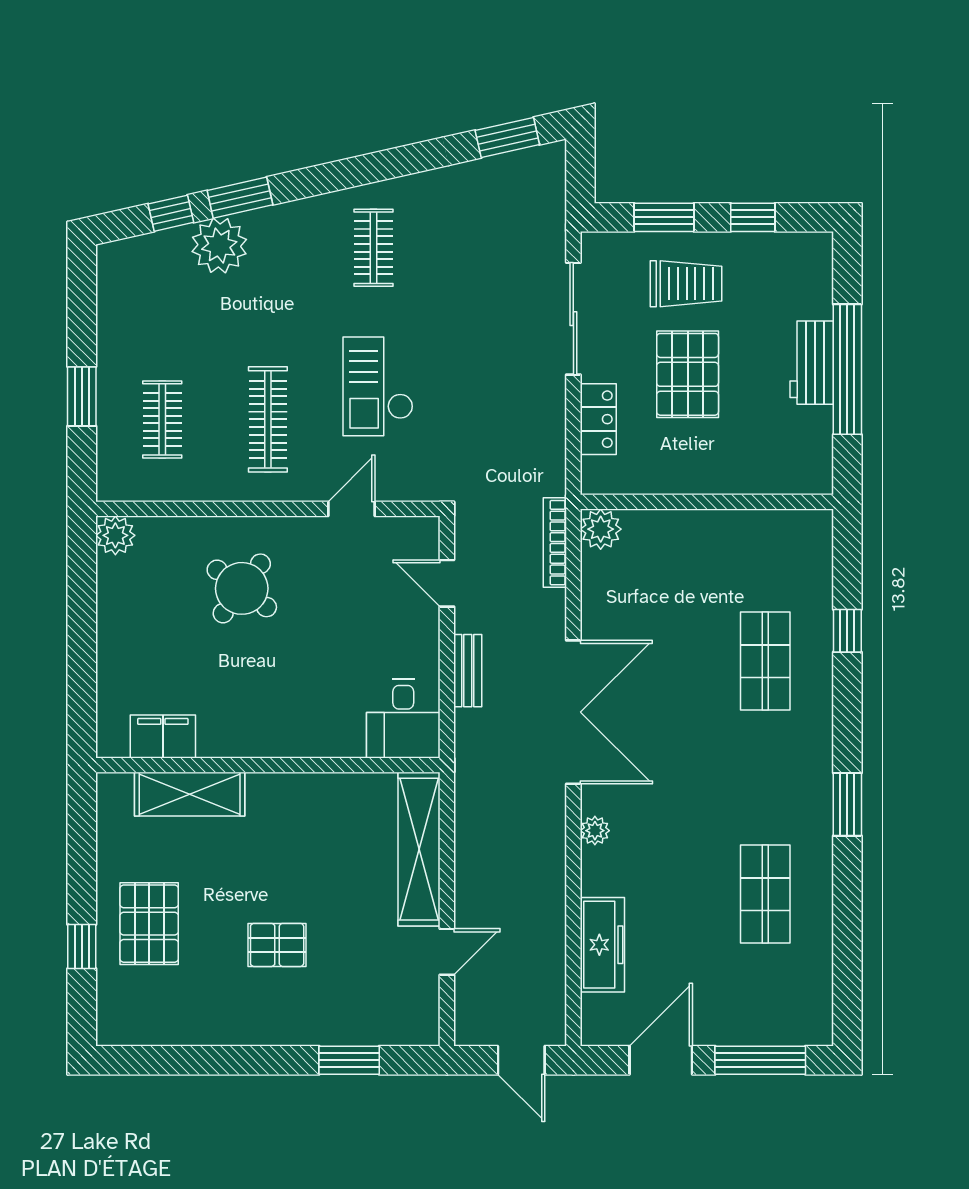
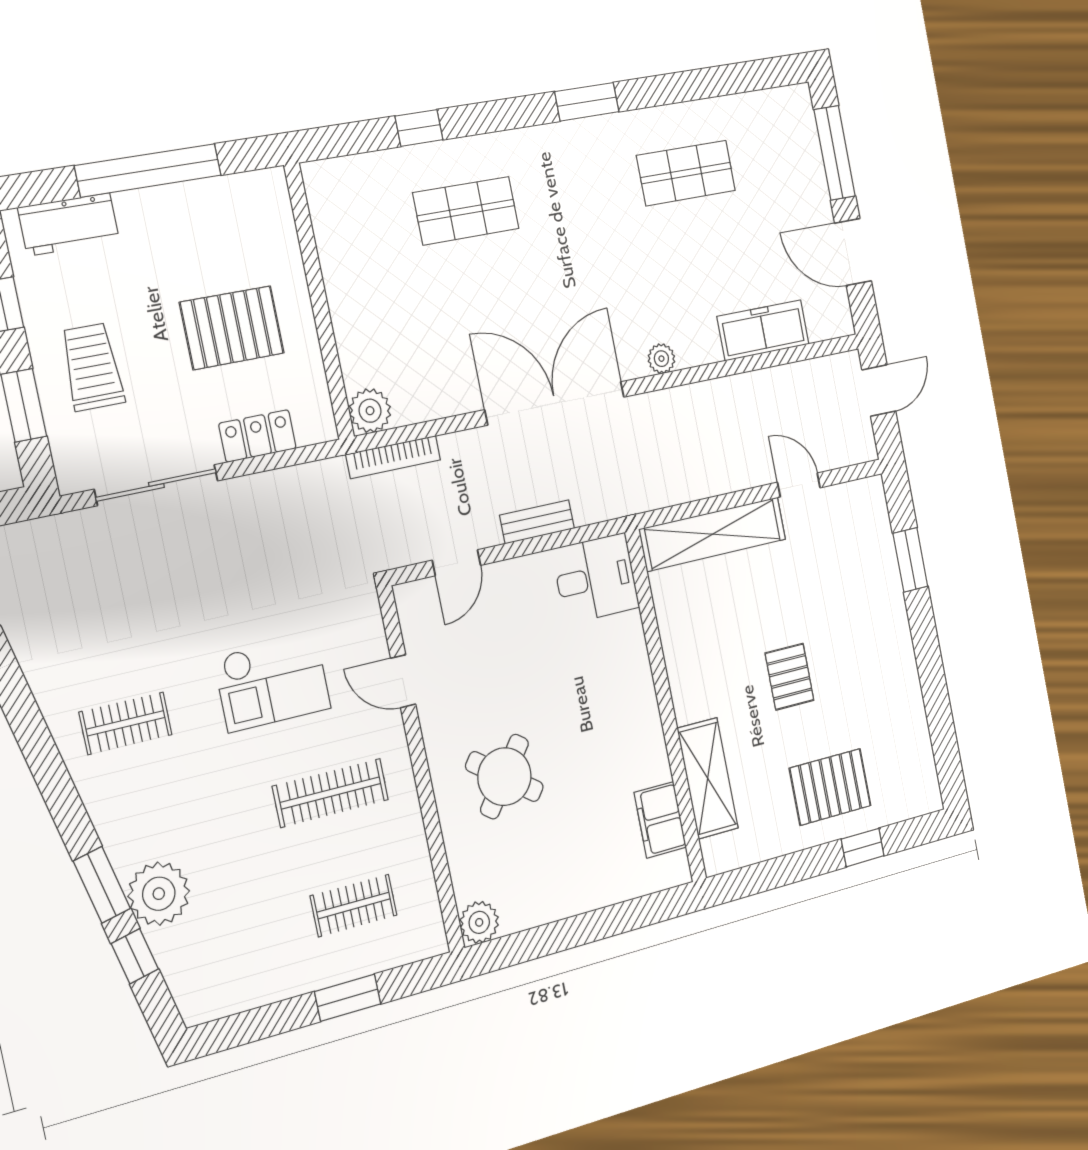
workbench: (812, 363) -> (69, 224), moved
pallet: (688, 374) -> (232, 328), moved
pallet: (277, 945) -> (789, 677), moved

